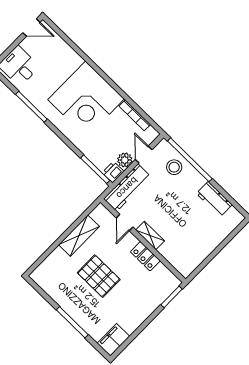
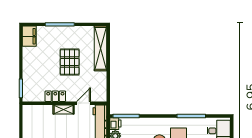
door: (125, 222) -> (83, 103), hinge flipped
shelving: (79, 236) -> (101, 48), moved, width x1.47
pallet: (99, 276) -> (70, 62), turned 90

